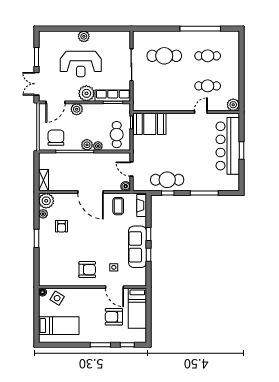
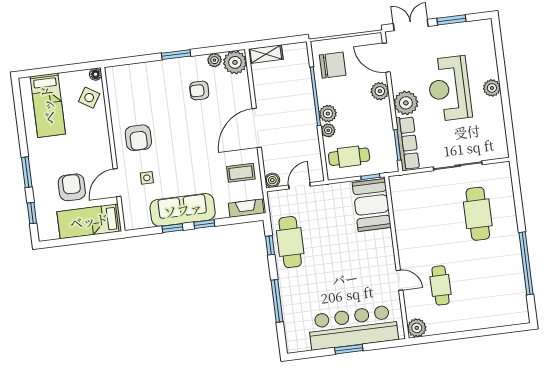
cafe table: (208, 56) -> (486, 280), removed

